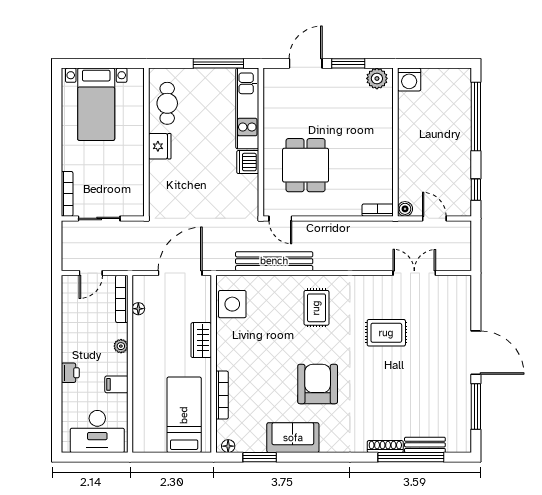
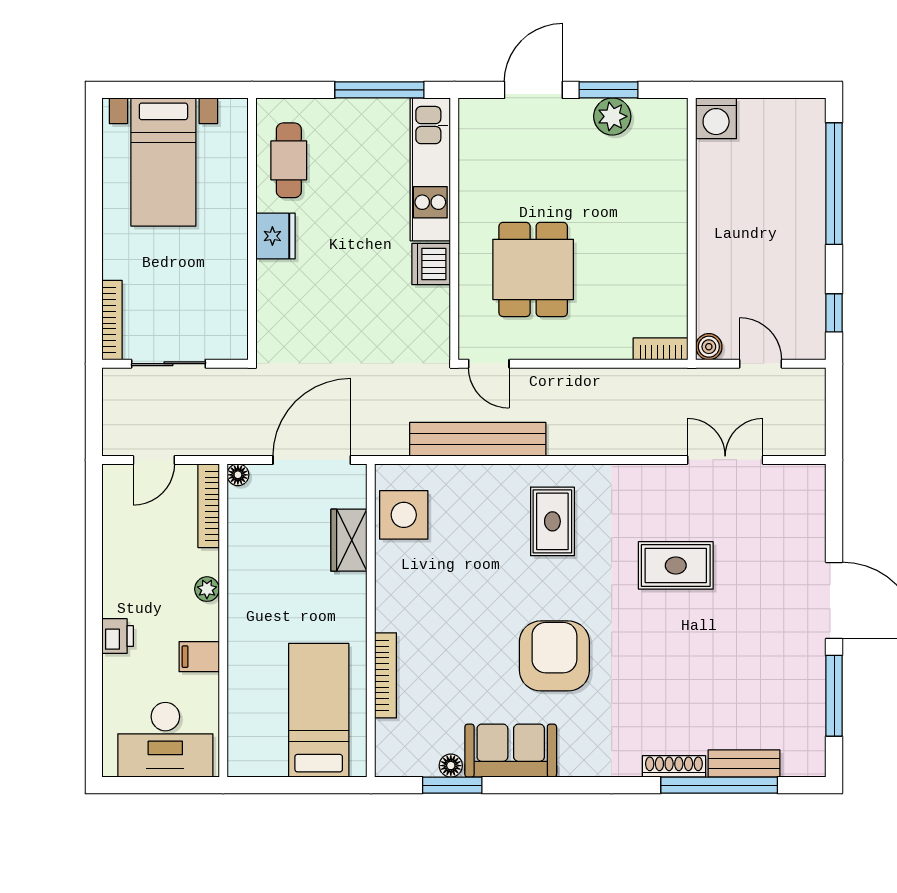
plant: (377, 78) -> (612, 116), moved
floor lamp: (138, 309) -> (238, 475), moved
wardrobe: (201, 340) -> (349, 540), moved
floor lamp: (228, 446) -> (451, 766), moved

